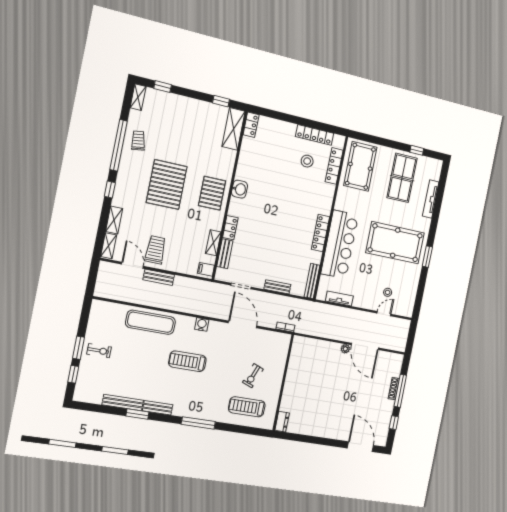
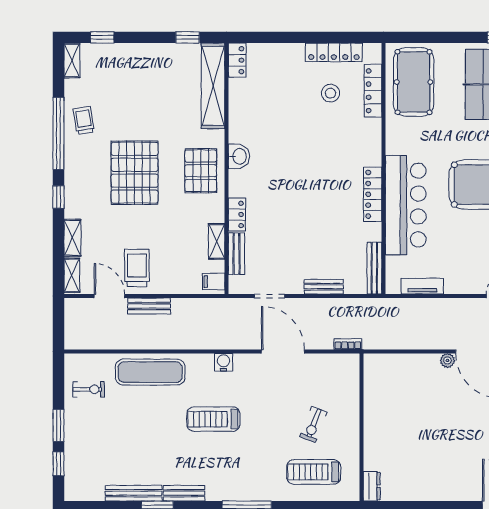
shelving: (233, 129) -> (213, 86), width x1.47
exercise bike: (99, 351) -> (89, 389), moved

